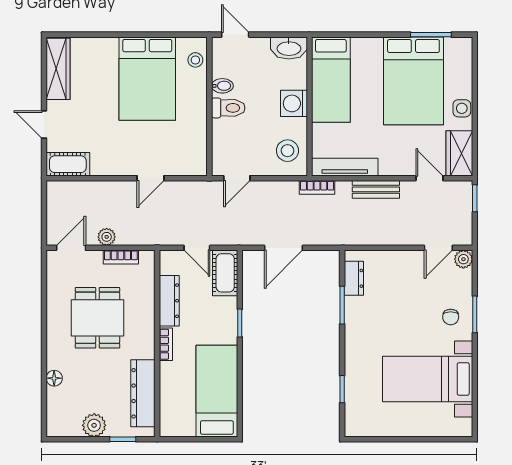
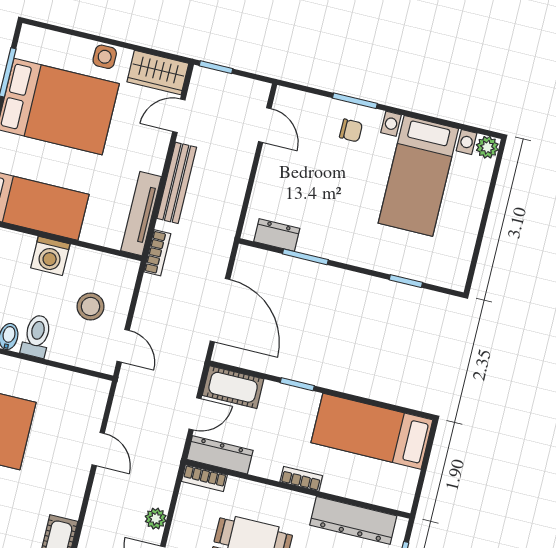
stool: (287, 151) -> (91, 306), moved
bench: (376, 189) -> (177, 183), width x1.36
door: (283, 248) -> (220, 310), width x1.36
bookcase: (121, 257) -> (204, 478), moved, turned 90
plant: (463, 259) -> (487, 147), moved
dresser: (169, 301) -> (220, 455), moved

